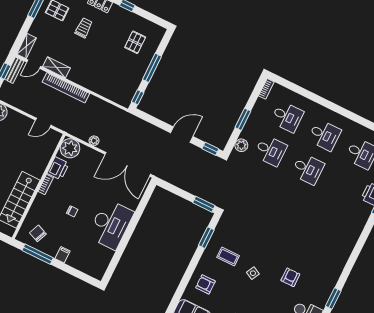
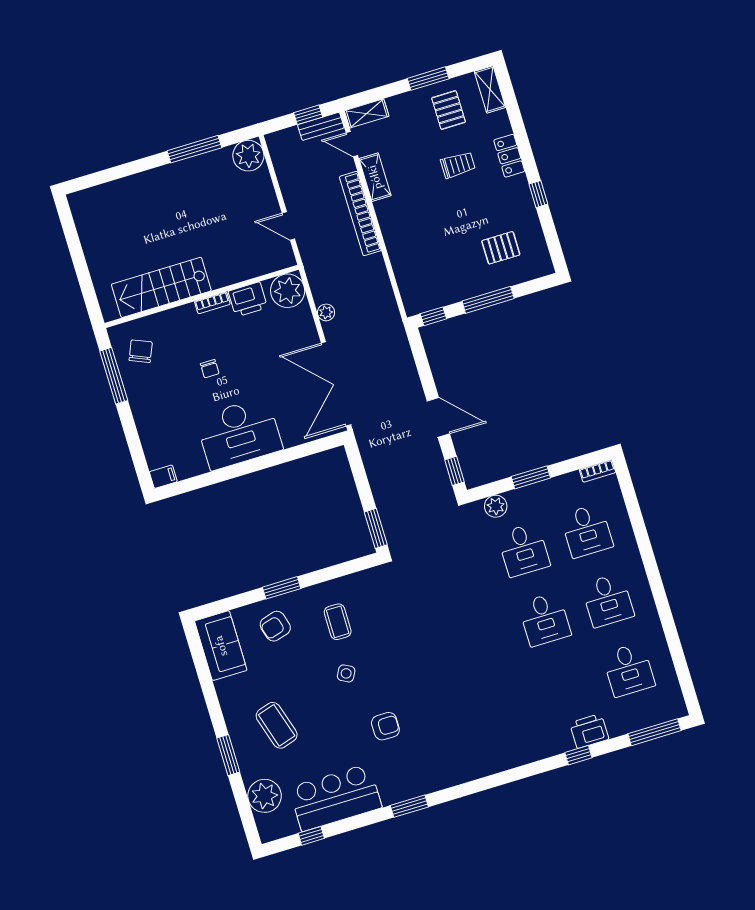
window: (206, 238) -> (282, 588), moved
filing cabinet: (62, 255) -> (163, 477), moved
armchair: (205, 284) -> (275, 626), turned -106

